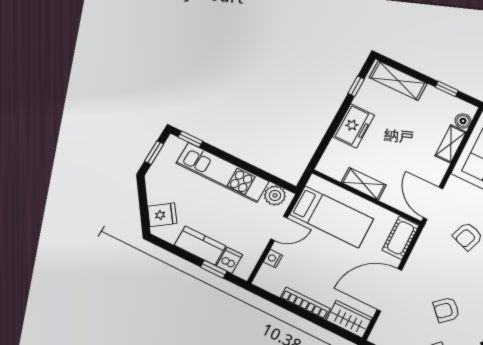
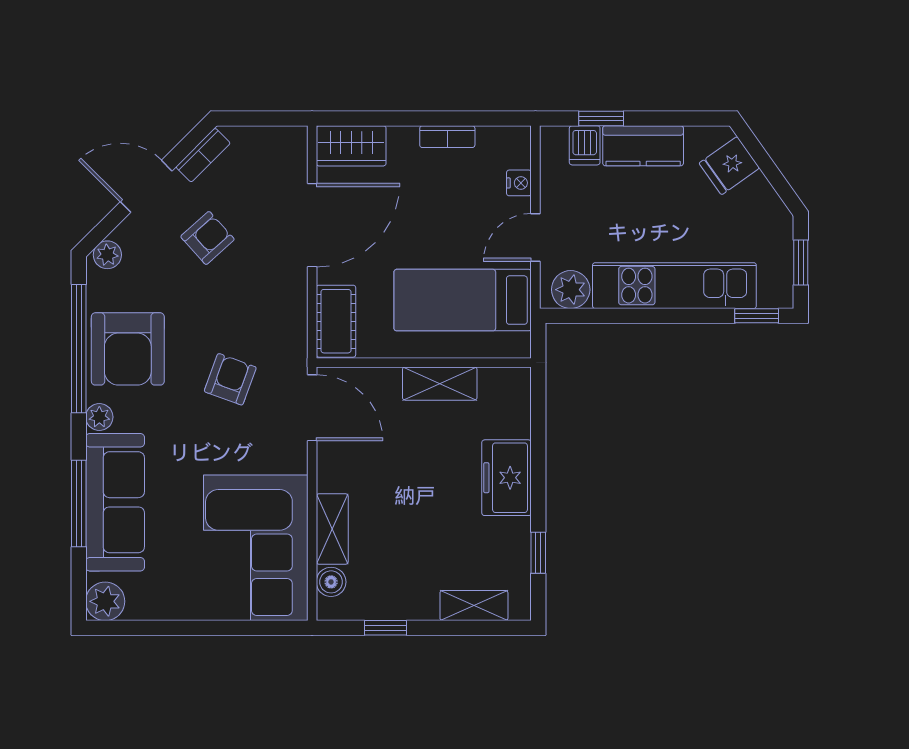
shelving: (398, 81) -> (474, 605), width x0.67, depth x0.75
bookcase: (305, 303) -> (447, 137), width x0.64

